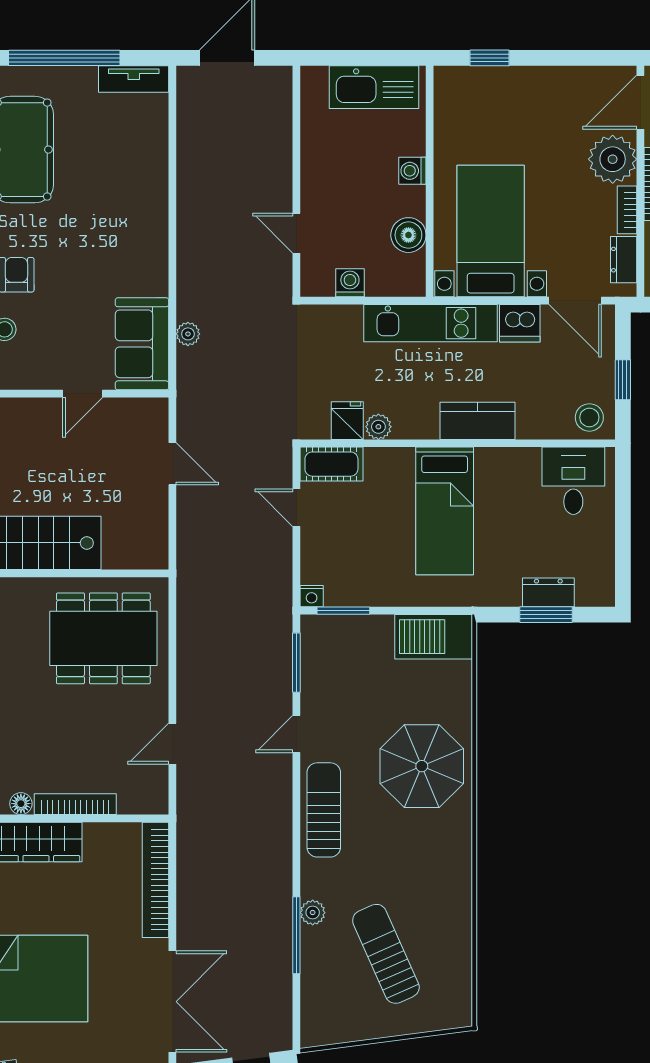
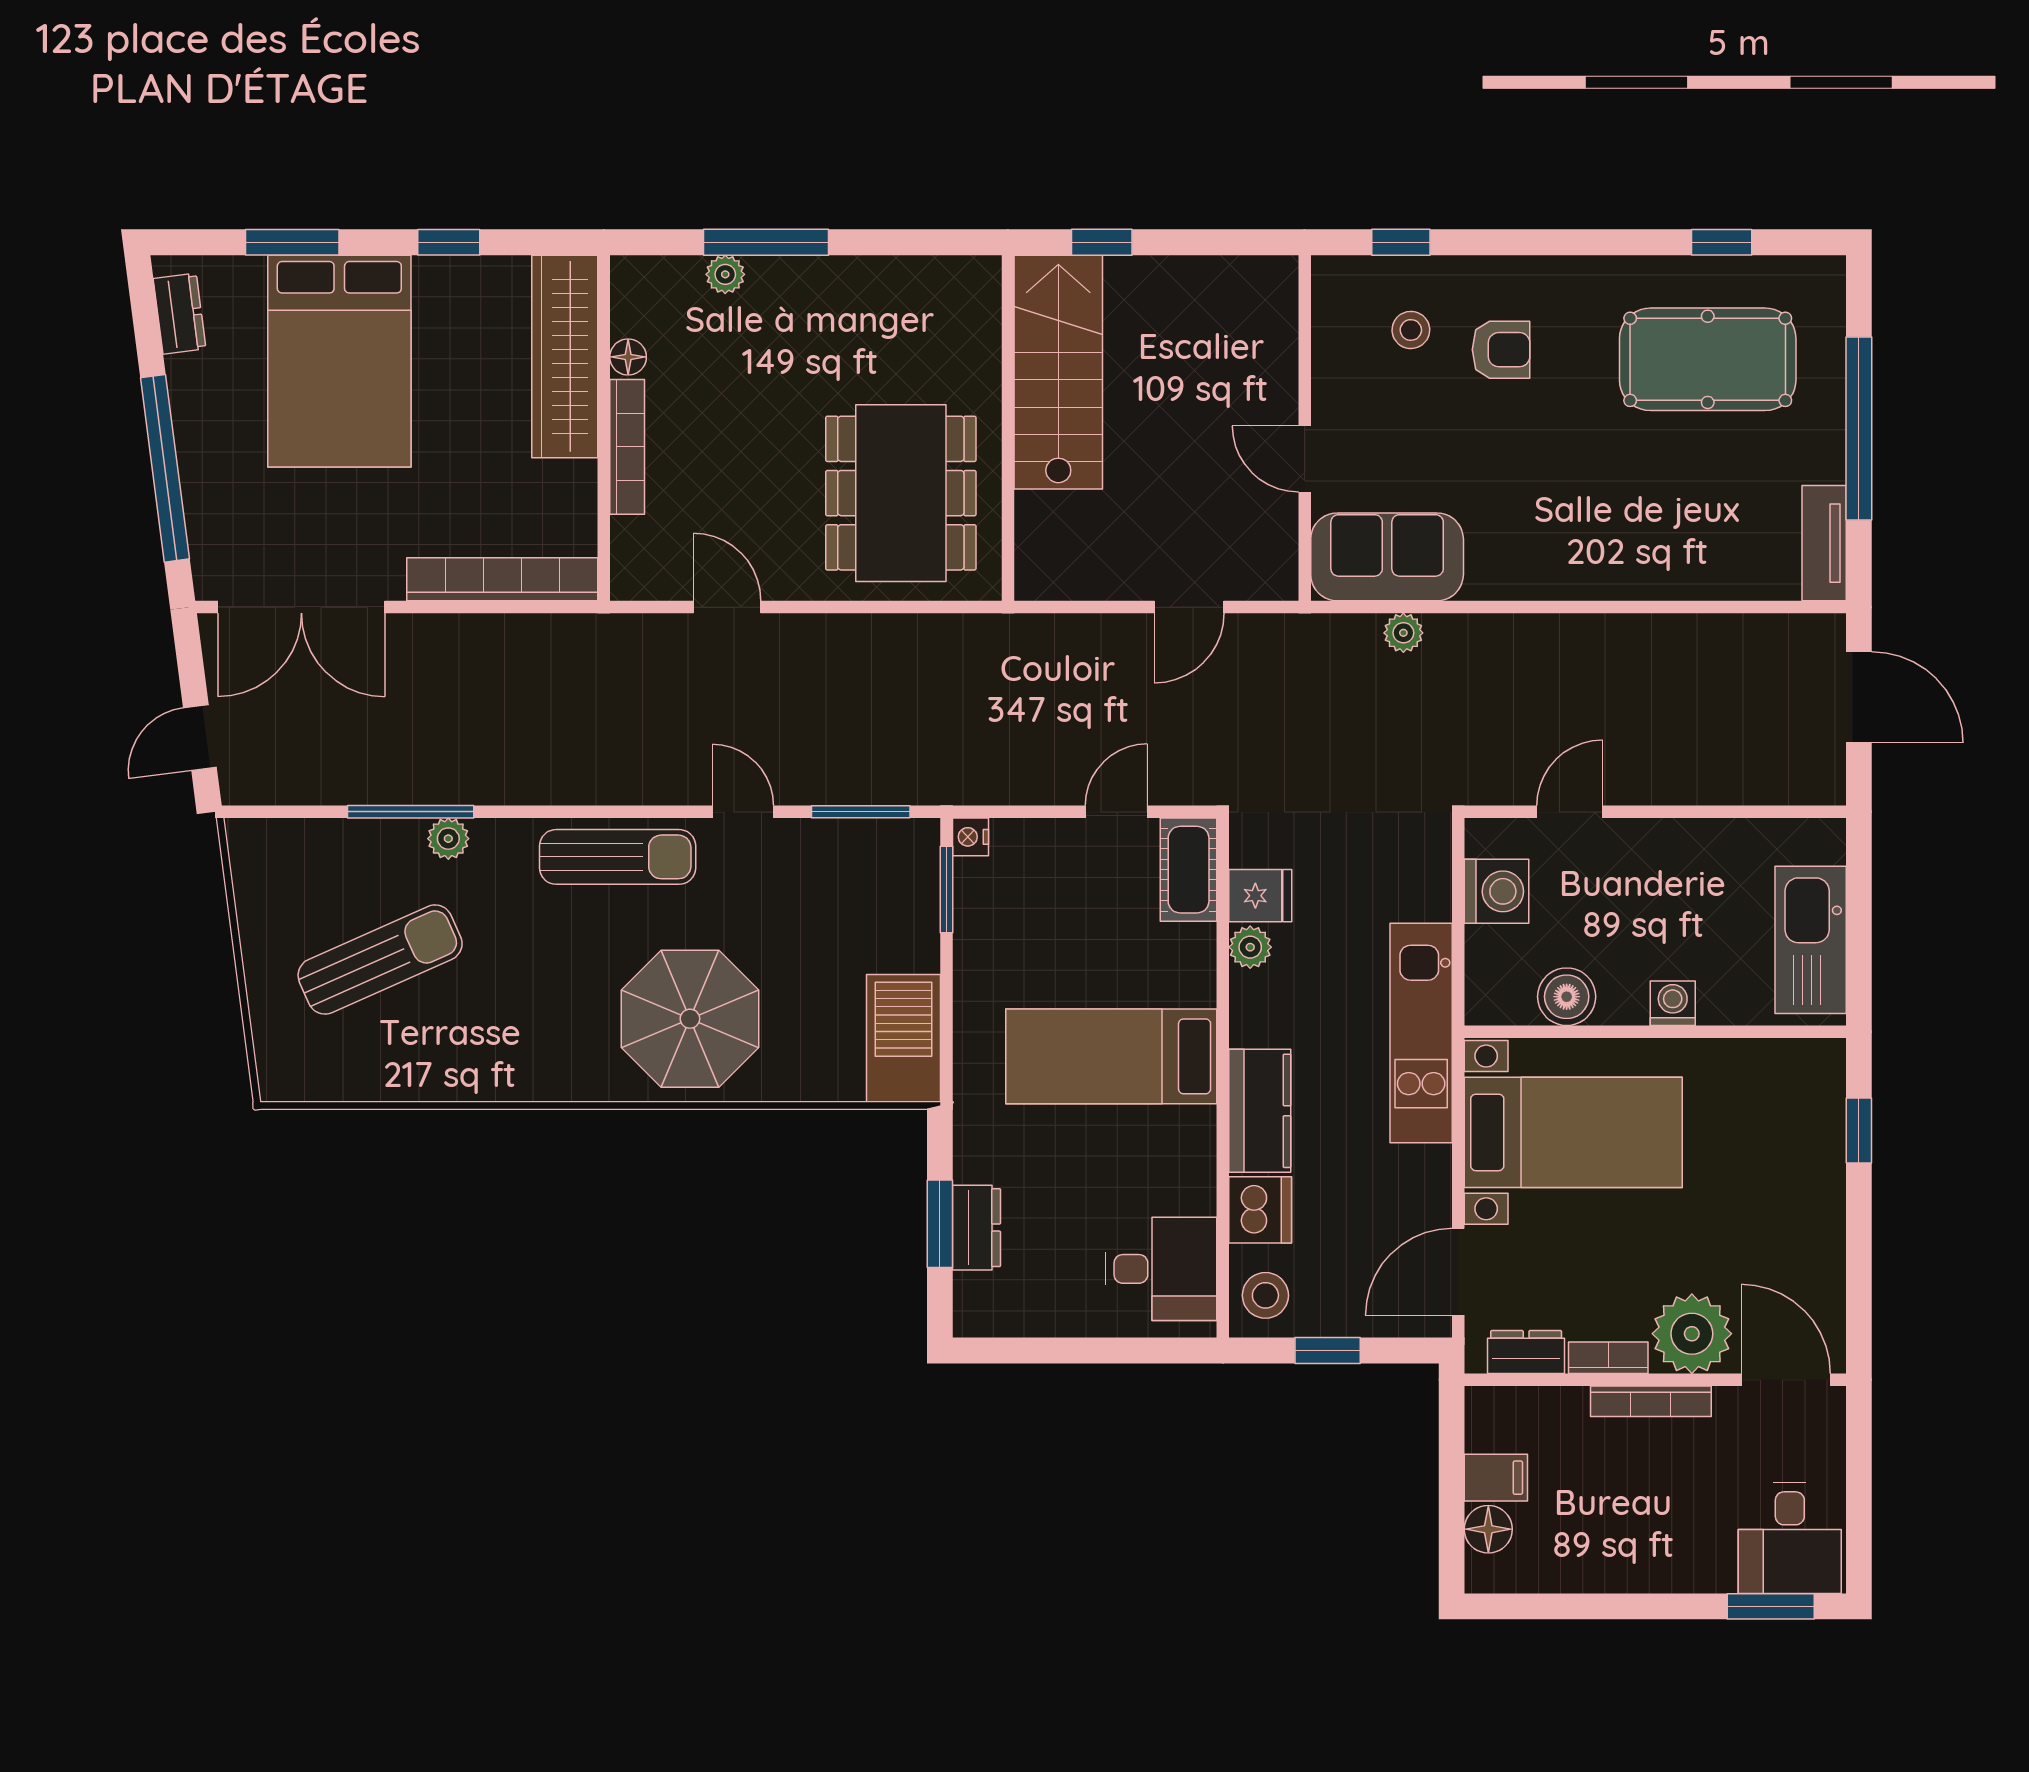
washing machine: (350, 283) -> (1496, 891), width x1.38, depth x1.38
dishwasher: (520, 323) -> (1260, 1210), moved, turned 180

